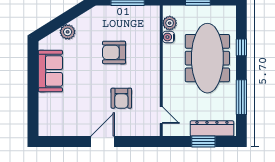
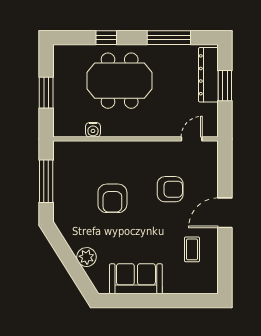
plant: (170, 23) -> (75, 128), removed
meeting table: (207, 58) -> (120, 81), width x0.73
coffee table: (74, 115) -> (192, 249), added
door: (103, 142) -> (225, 213), hinge flipped

